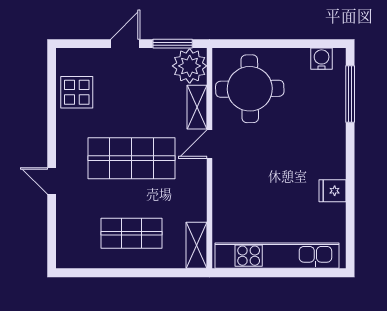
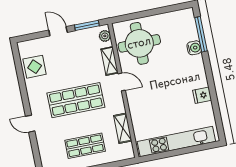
door: (125, 44) -> (58, 31), hinge flipped
water cooler: (322, 59) -> (194, 48), moved, turned 90
plant: (190, 66) -> (105, 36), width x0.53, depth x0.53
door: (210, 144) -> (122, 82), swing flipped
shelving: (196, 245) -> (123, 128), moved

